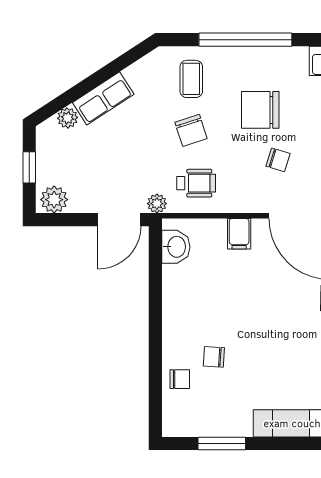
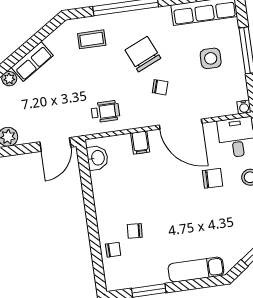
coffee table: (191, 79) -> (92, 39), turned 90
chair: (260, 110) -> (143, 54), turned 66
chair: (191, 130) -> (97, 75), removed
plant: (157, 204) -> (80, 130), removed

